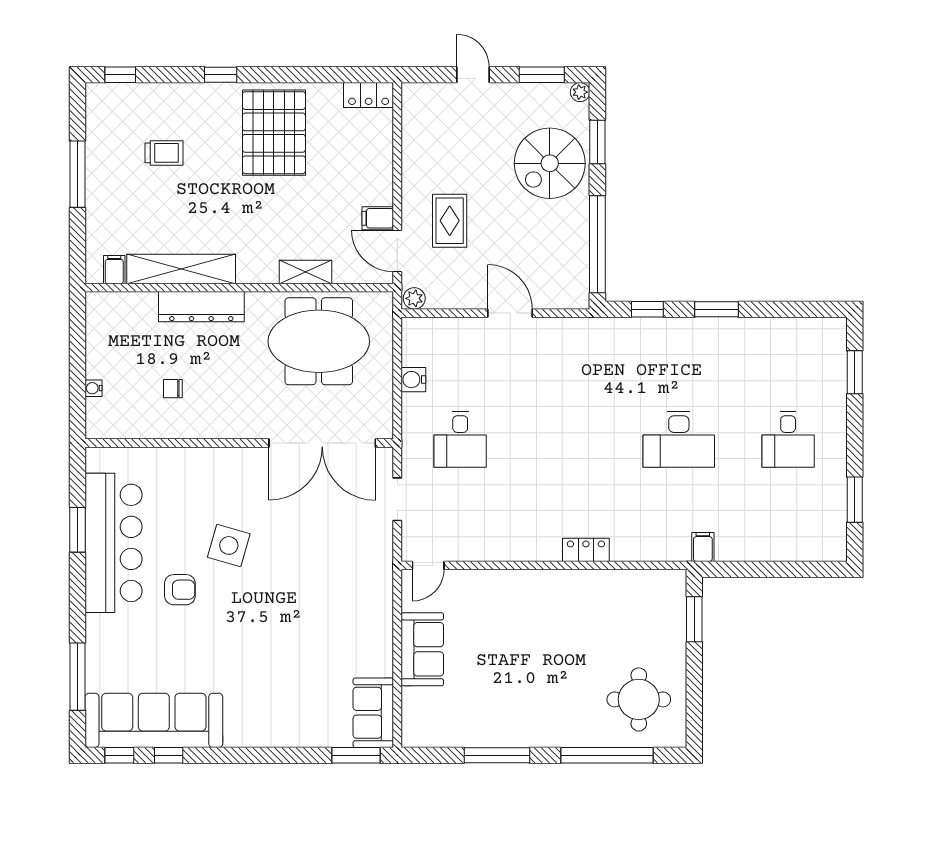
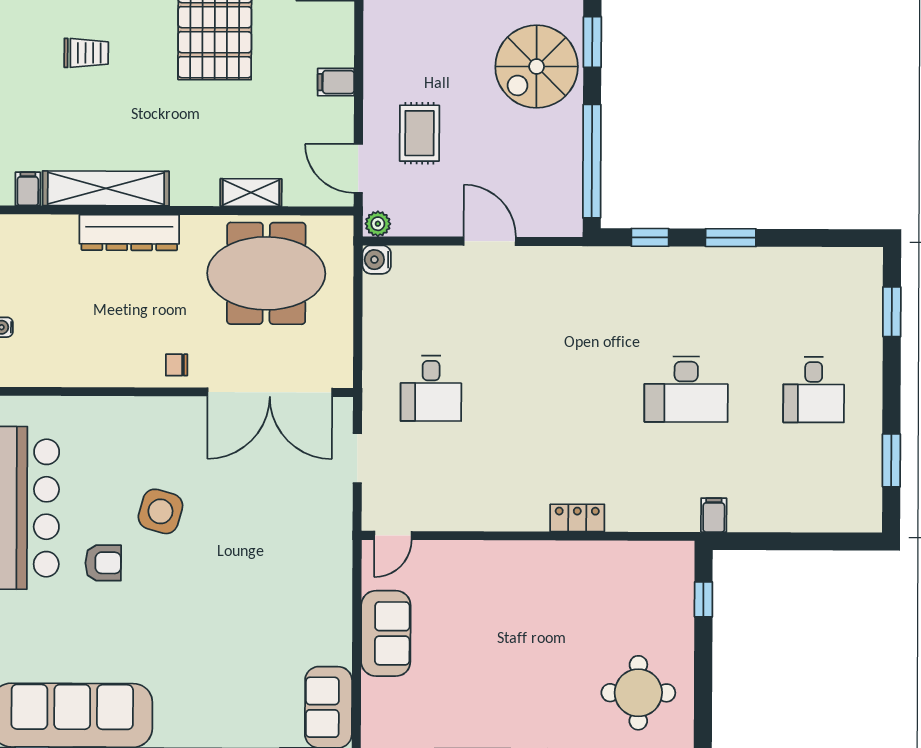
filing cabinet: (378, 218) -> (336, 82), moved
water cooler: (413, 380) -> (377, 260), moved
chair: (173, 389) -> (177, 365), moved
window: (694, 619) -> (703, 599), width x0.67

